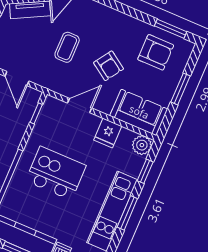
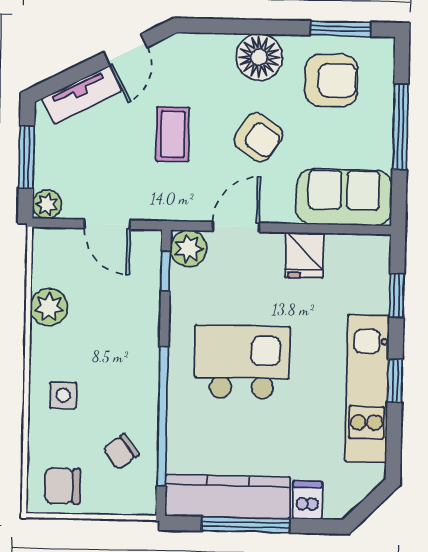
floor lamp: (125, 27) -> (259, 57), added
window: (180, 89) -> (400, 127), width x1.44
plant: (142, 145) -> (189, 248), moved
window: (127, 213) -> (395, 381), width x0.67

